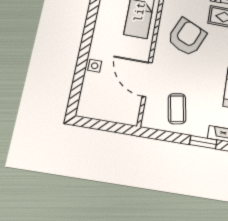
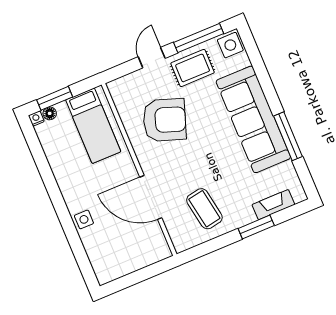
armchair: (187, 37) -> (165, 120), turned 85

